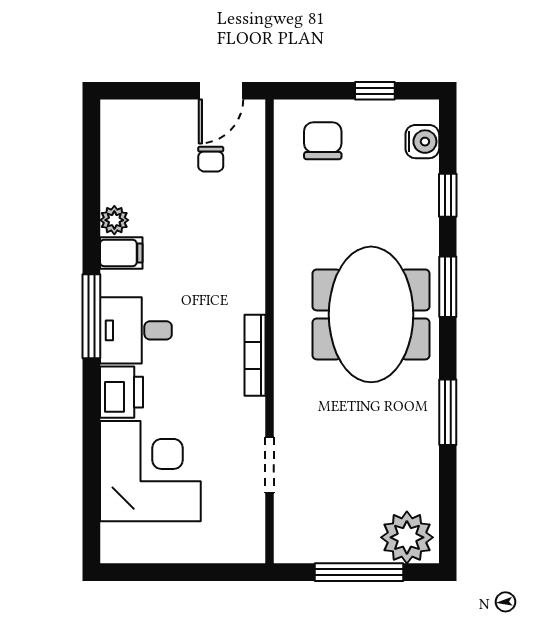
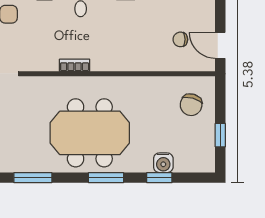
chair: (323, 141) -> (191, 105), turned 106
water cooler: (422, 142) -> (163, 163), moved
bookcase: (255, 355) -> (75, 65), width x0.64

